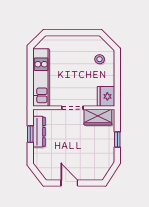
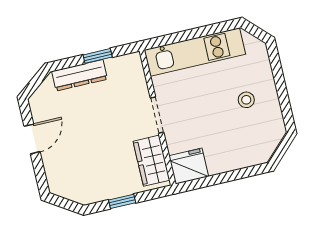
stool: (100, 59) -> (246, 100), moved
dresser: (39, 132) -> (80, 75), moved

